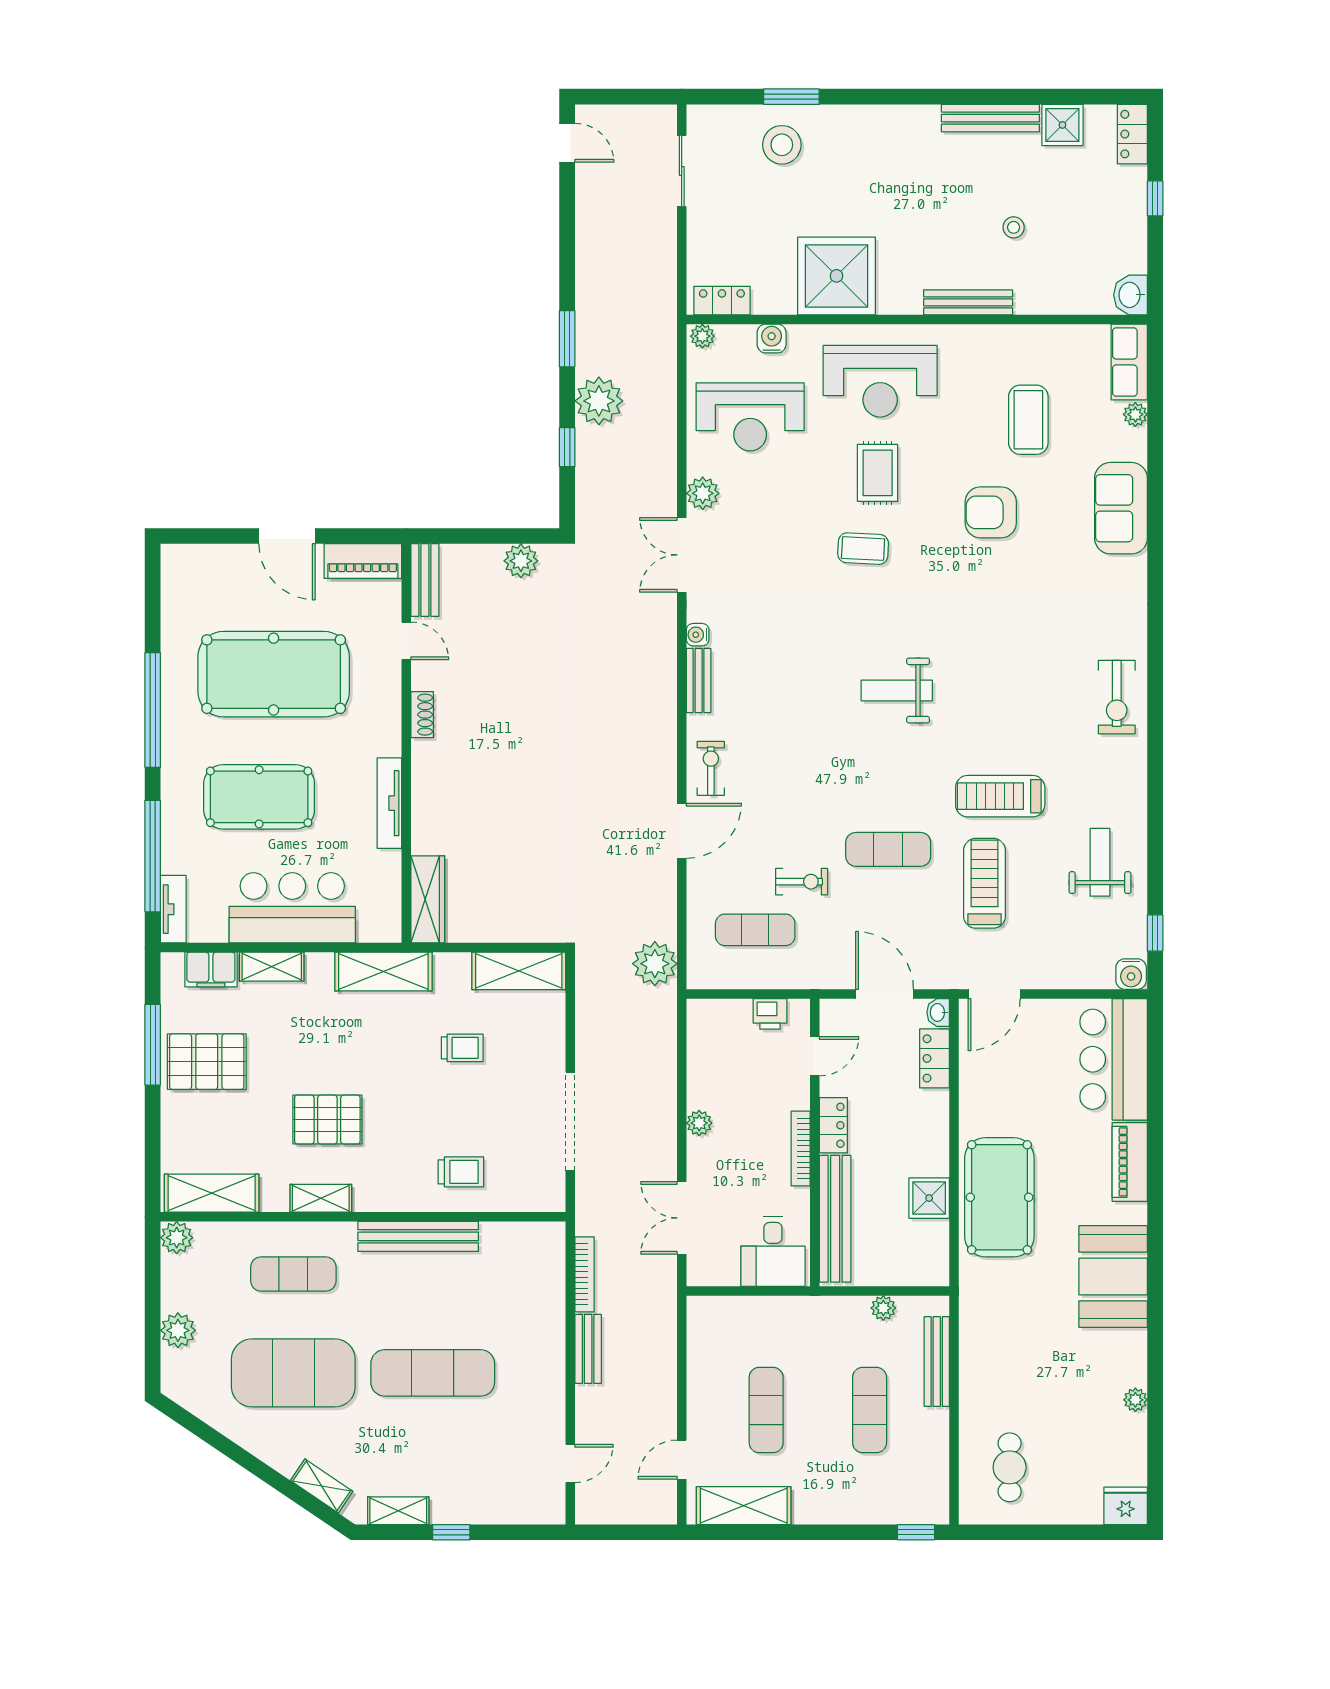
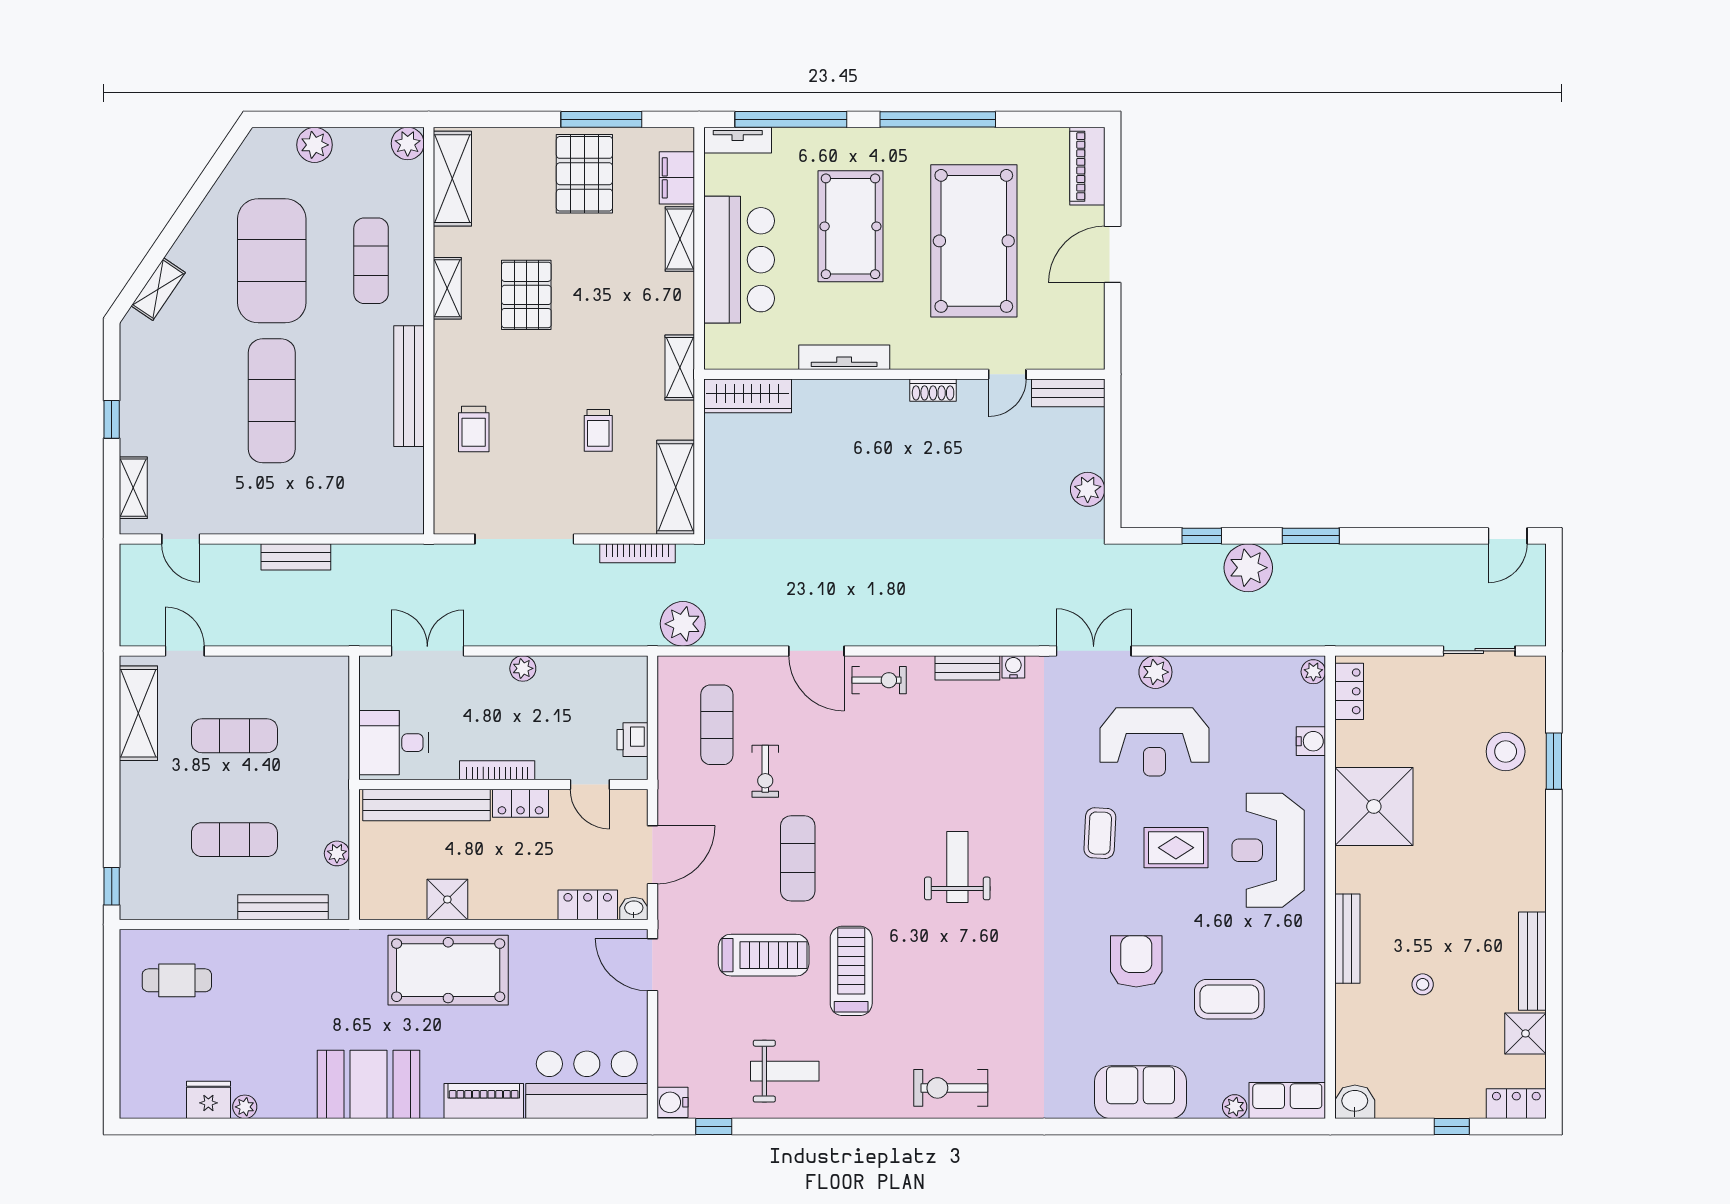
reception desk: (750, 417) -> (1154, 742), moved, turned -90
piano: (363, 561) -> (1087, 166), moved
shelving: (383, 972) -> (680, 368), width x0.67, depth x0.75
bookcase: (585, 1274) -> (637, 553), moved
fridge: (1126, 1506) -> (208, 1100), moved, turned -90
shelving: (398, 1511) -> (133, 488), moved

